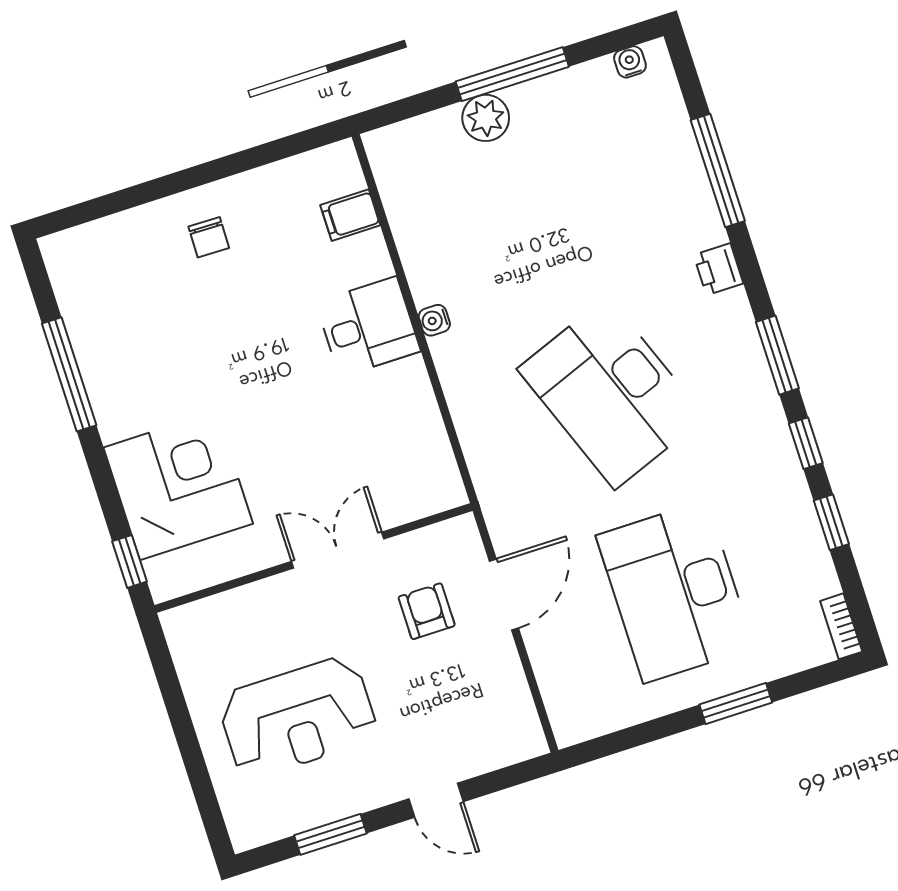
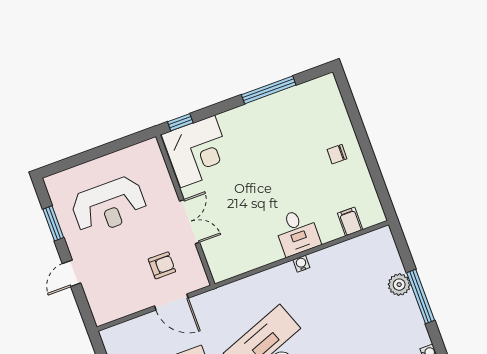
corner desk: (178, 486) -> (198, 151), moved
reception desk: (298, 717) -> (109, 206), turned -90

